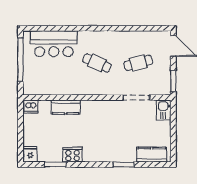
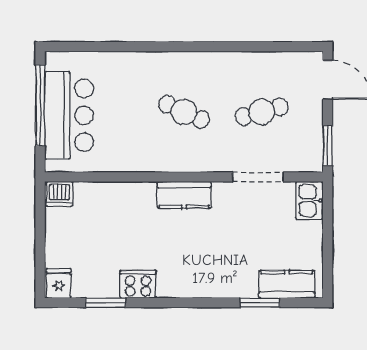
bar counter: (54, 44) -> (69, 115), moved, turned -90
kitchen counter: (66, 107) -> (184, 195), moved
window: (124, 164) -> (260, 303), moved

